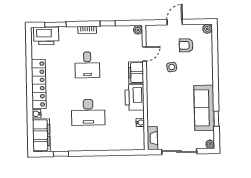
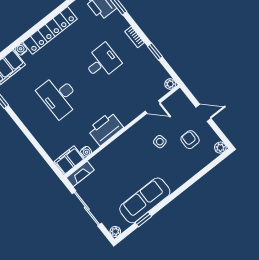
desk: (87, 65) -> (102, 62), turned 180
filing cabinet: (136, 73) -> (69, 160), moved

